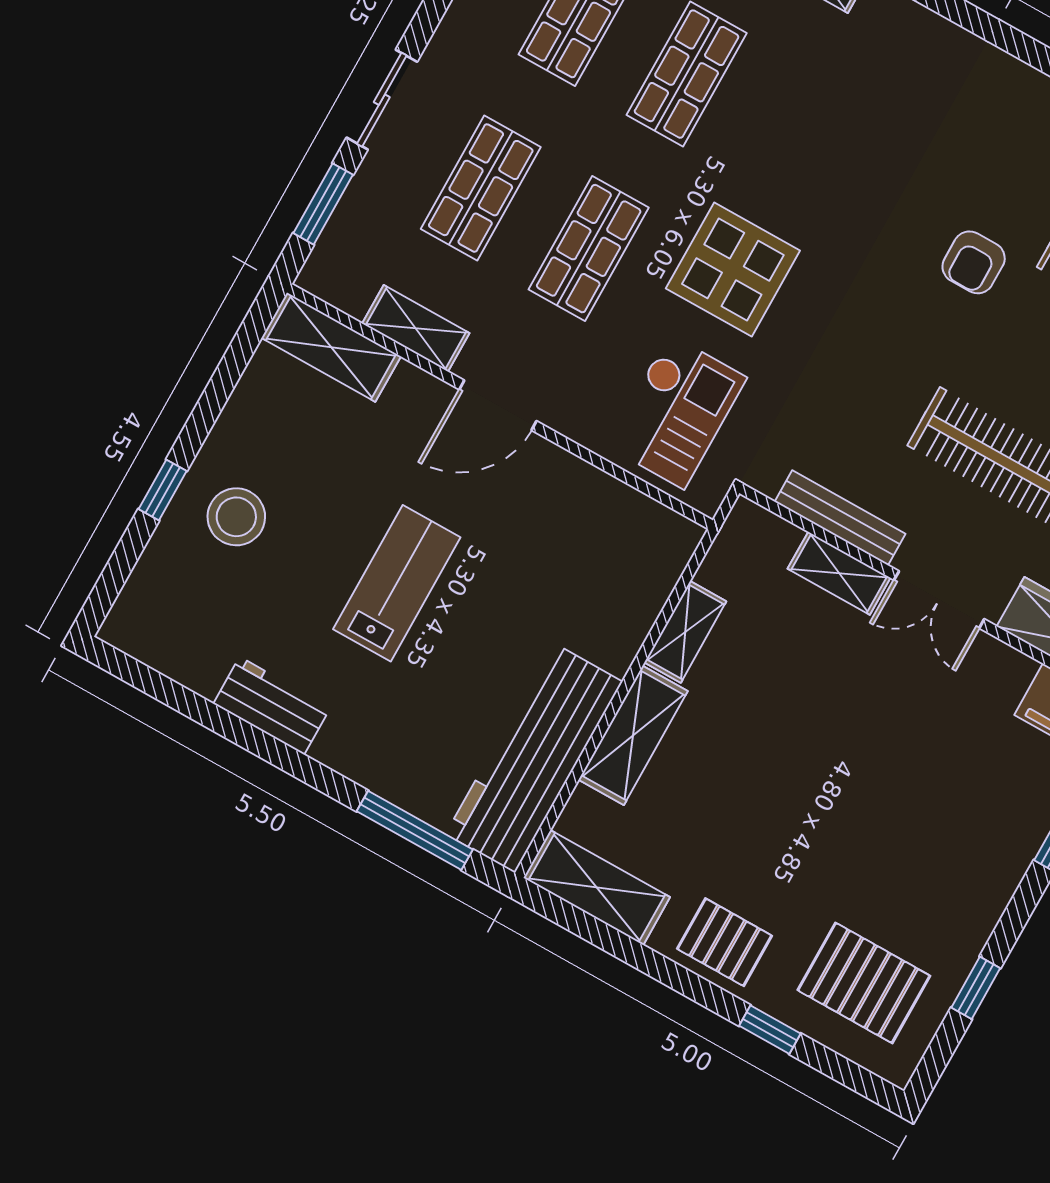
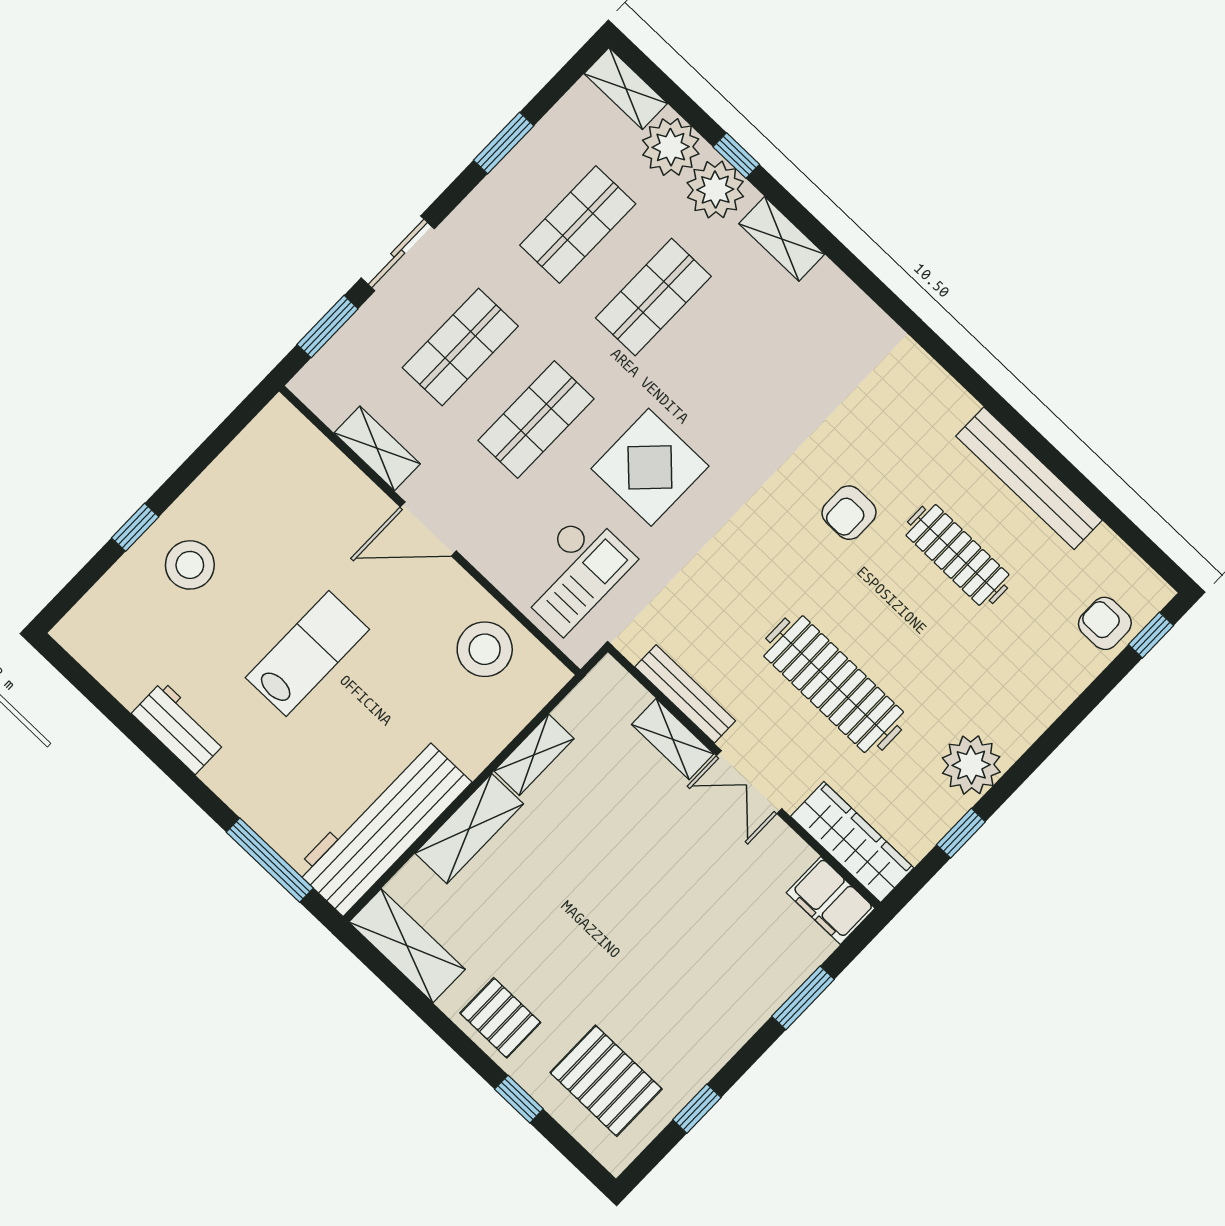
shelving: (331, 347) -> (304, 446), removed
stool: (598, 526) -> (485, 649), added

